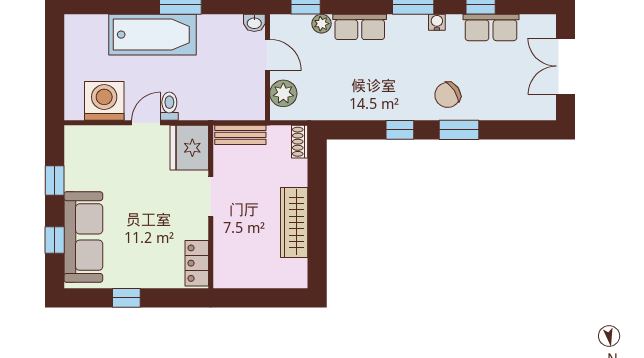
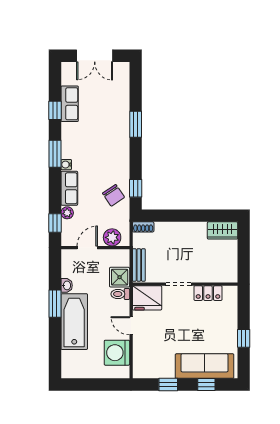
water cooler: (437, 22) -> (66, 165), moved
washbasin: (254, 23) -> (67, 285), moved
chair: (448, 95) -> (114, 195), moved
shower: (222, 105) -> (120, 277), added
toilet: (169, 106) -> (120, 294), moved
window: (400, 130) -> (136, 188), moved
wardrobe: (294, 222) -> (223, 230), moved, width x0.67
locker: (197, 263) -> (208, 293), moved

